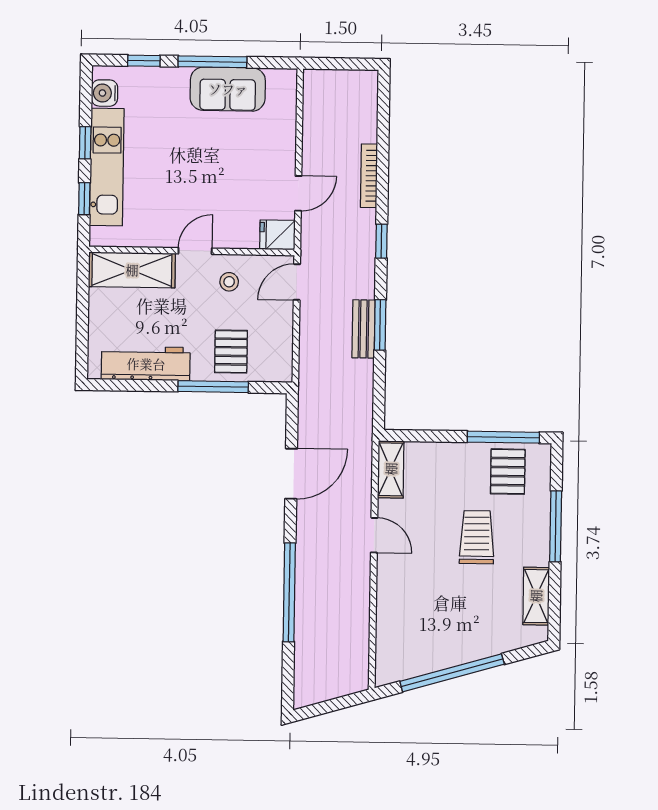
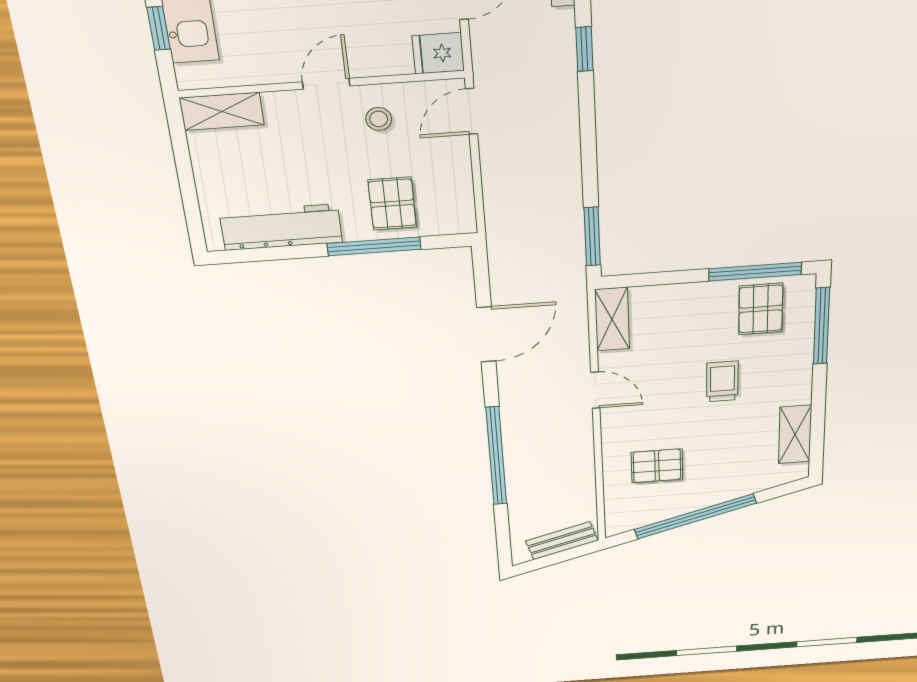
shelving: (132, 270) -> (222, 111), width x0.67, depth x0.75
window: (380, 325) -> (592, 237), moved
bench: (364, 329) -> (562, 541), moved, turned 74
window: (556, 526) -> (822, 326), moved
trolley: (477, 537) -> (722, 381), width x0.73, depth x0.72
pallet: (421, 616) -> (657, 466), added

